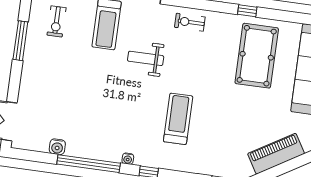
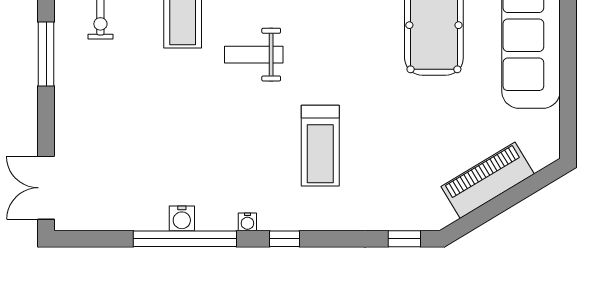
treadmill: (178, 119) -> (320, 146), turned 180
water cooler: (57, 147) -> (182, 218), moved

